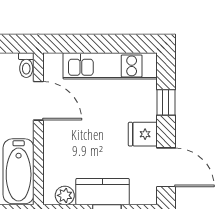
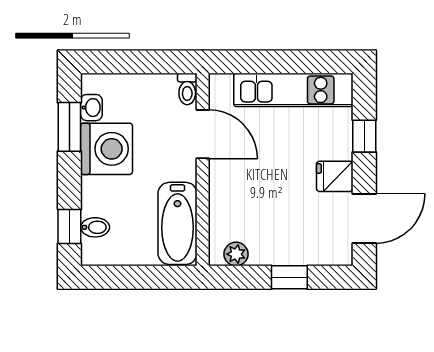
door: (166, 167) -> (364, 219), hinge flipped
kitchen counter: (103, 192) -> (284, 249), removed

